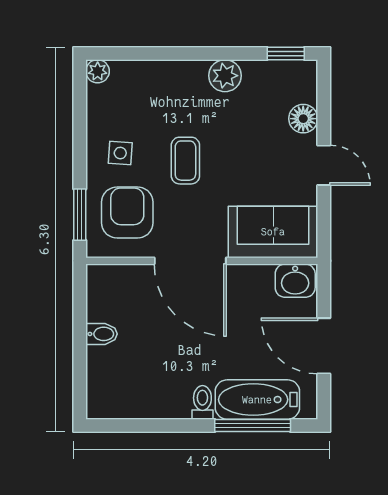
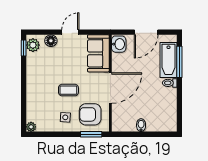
plant: (225, 76) -> (33, 45), moved

